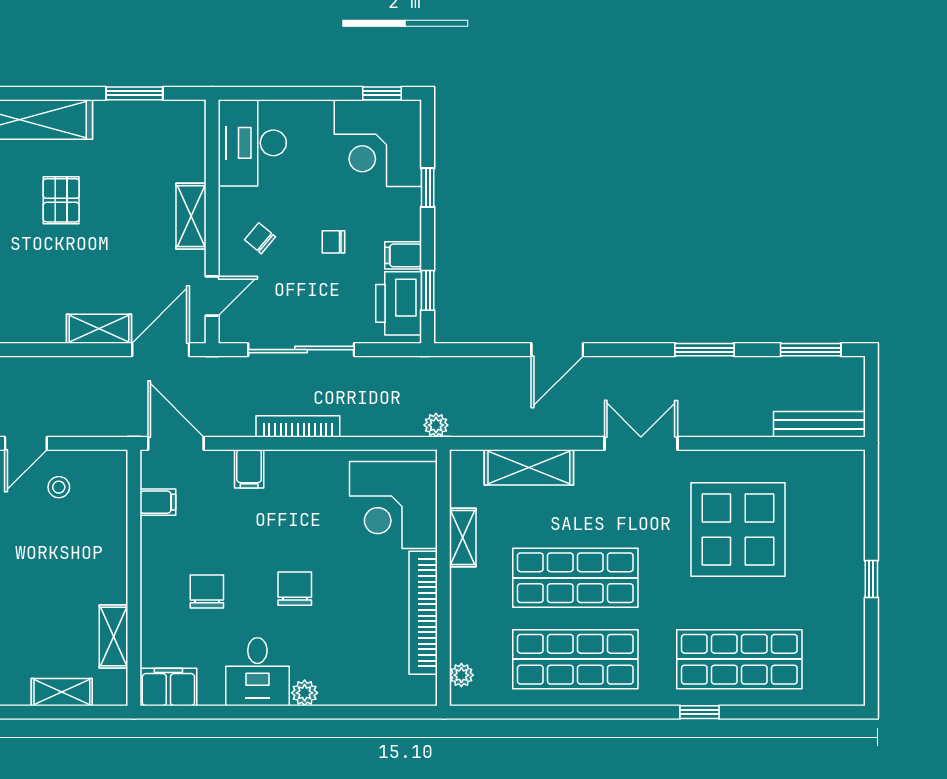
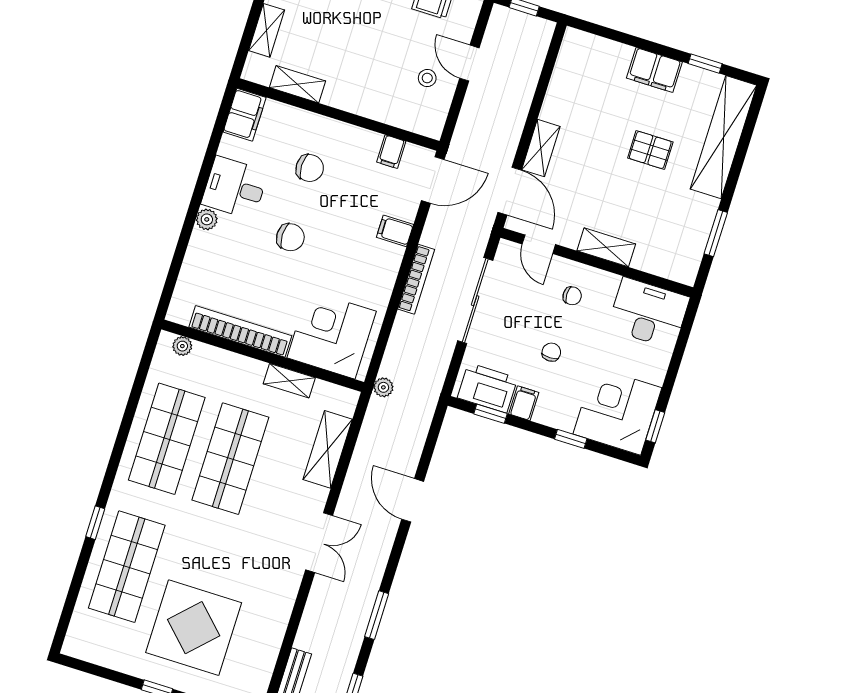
chair: (260, 238) -> (572, 296), turned 50
display table: (738, 530) -> (194, 628), moved

